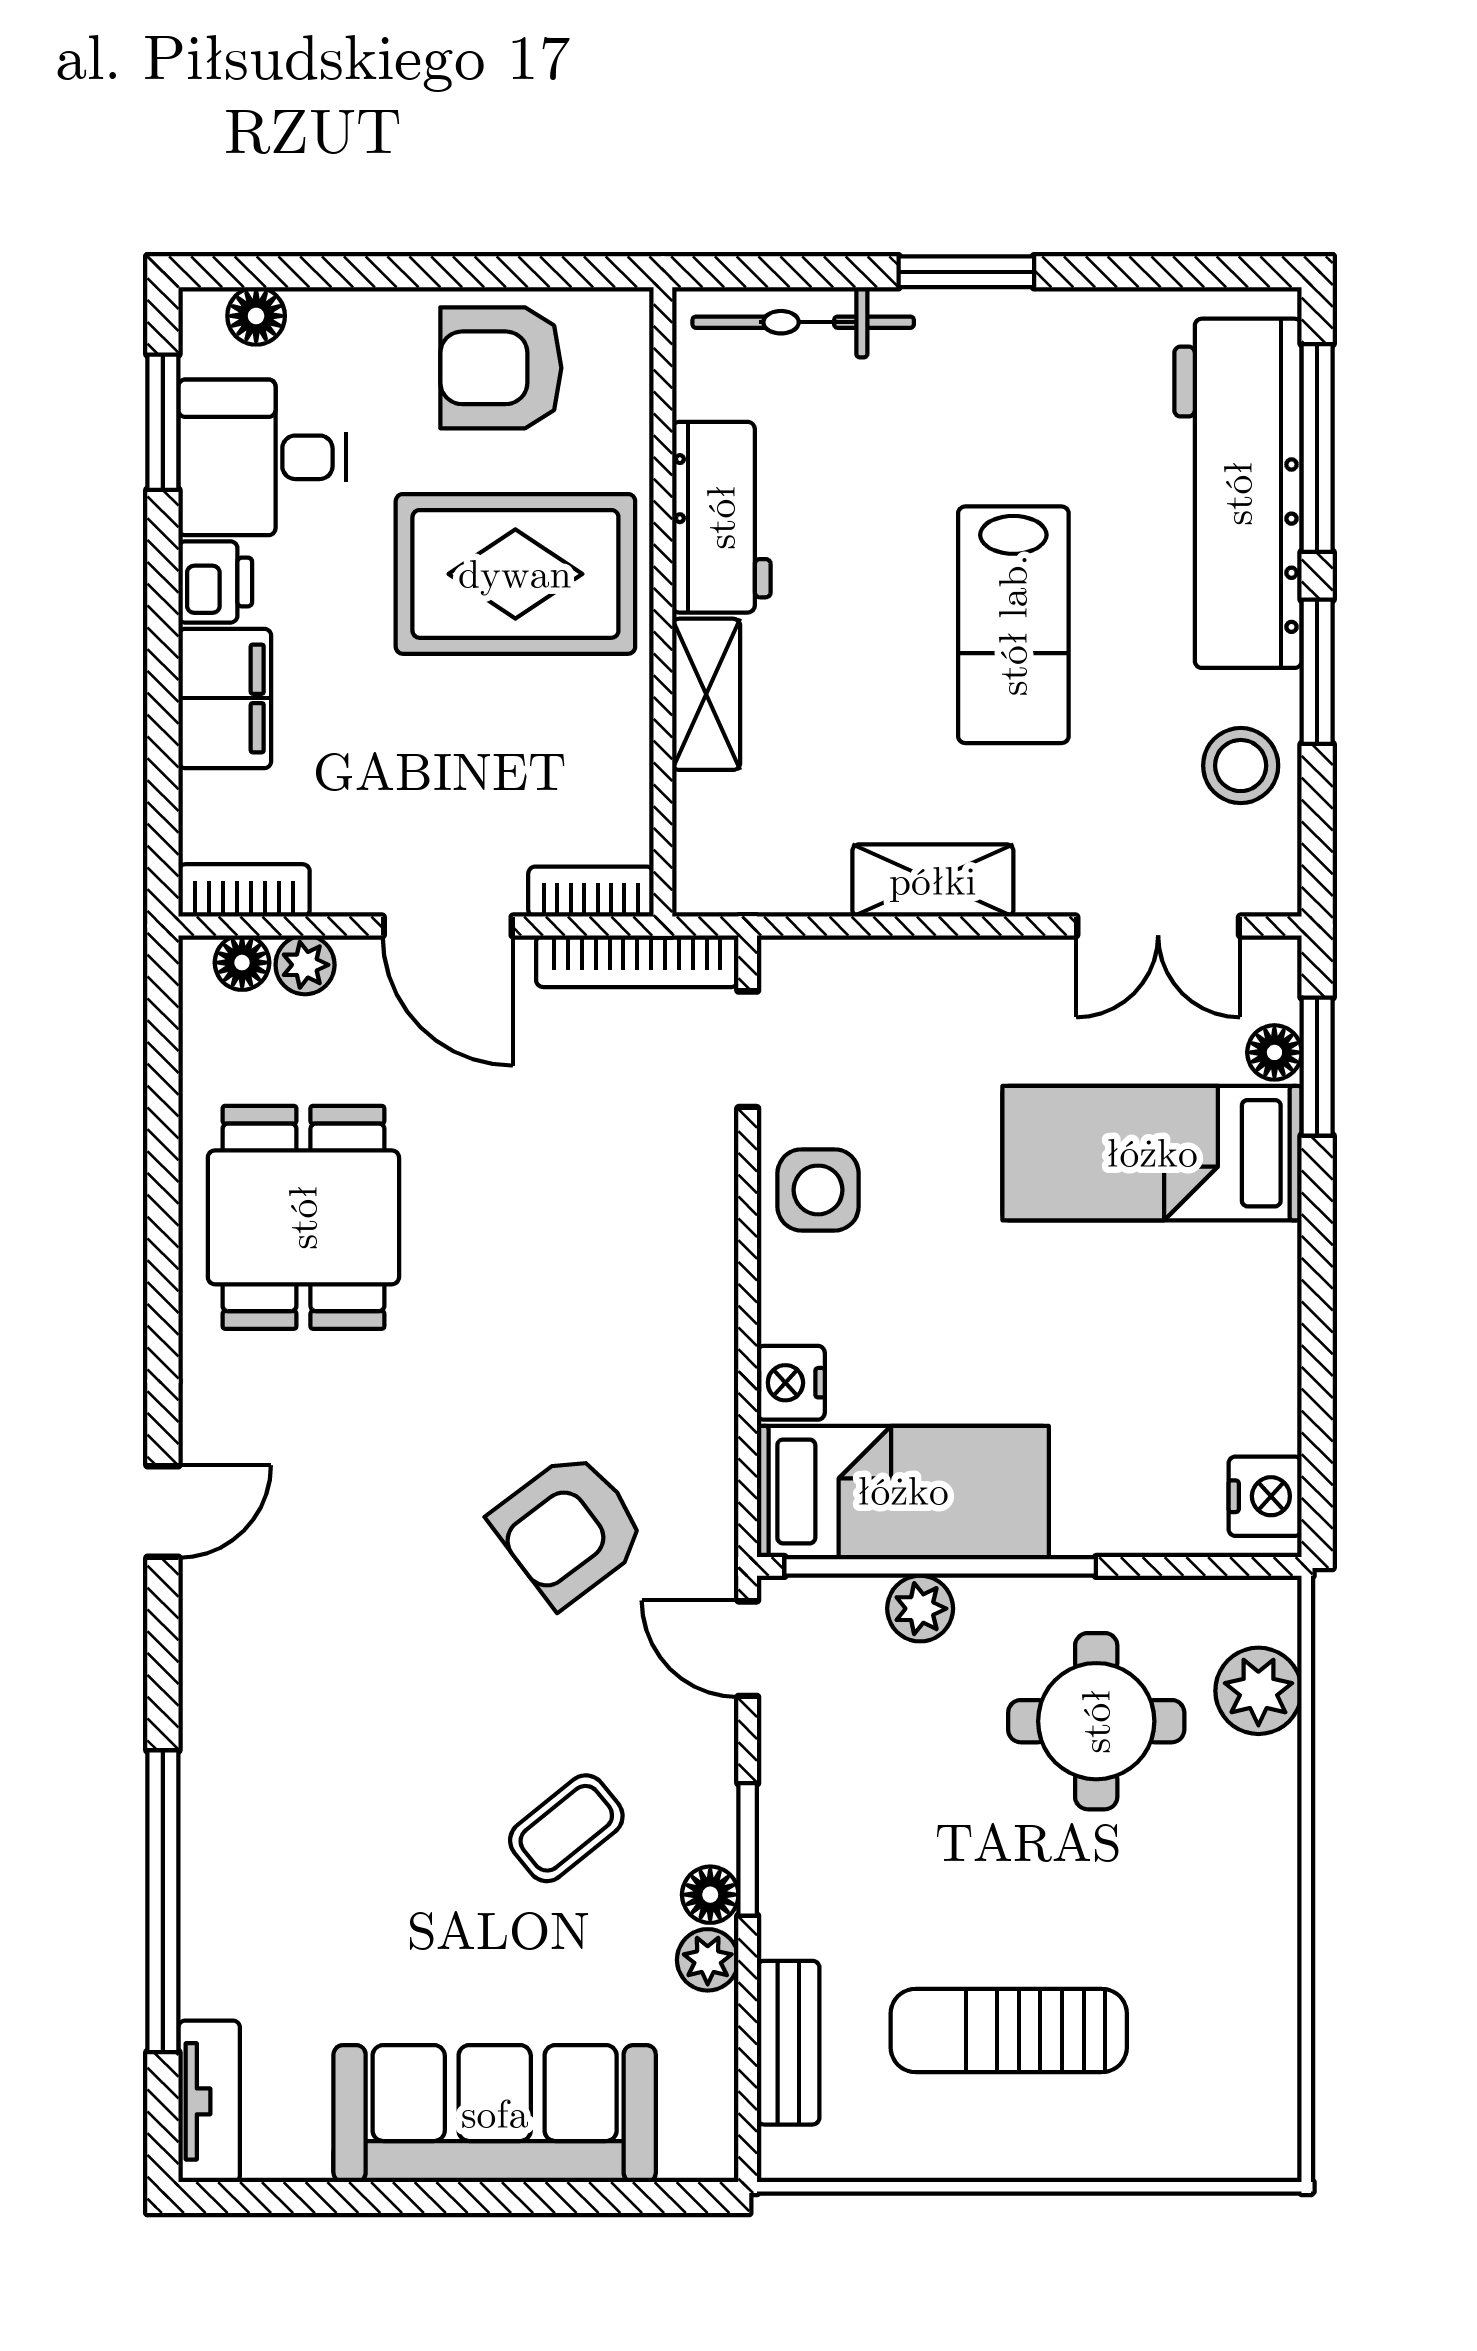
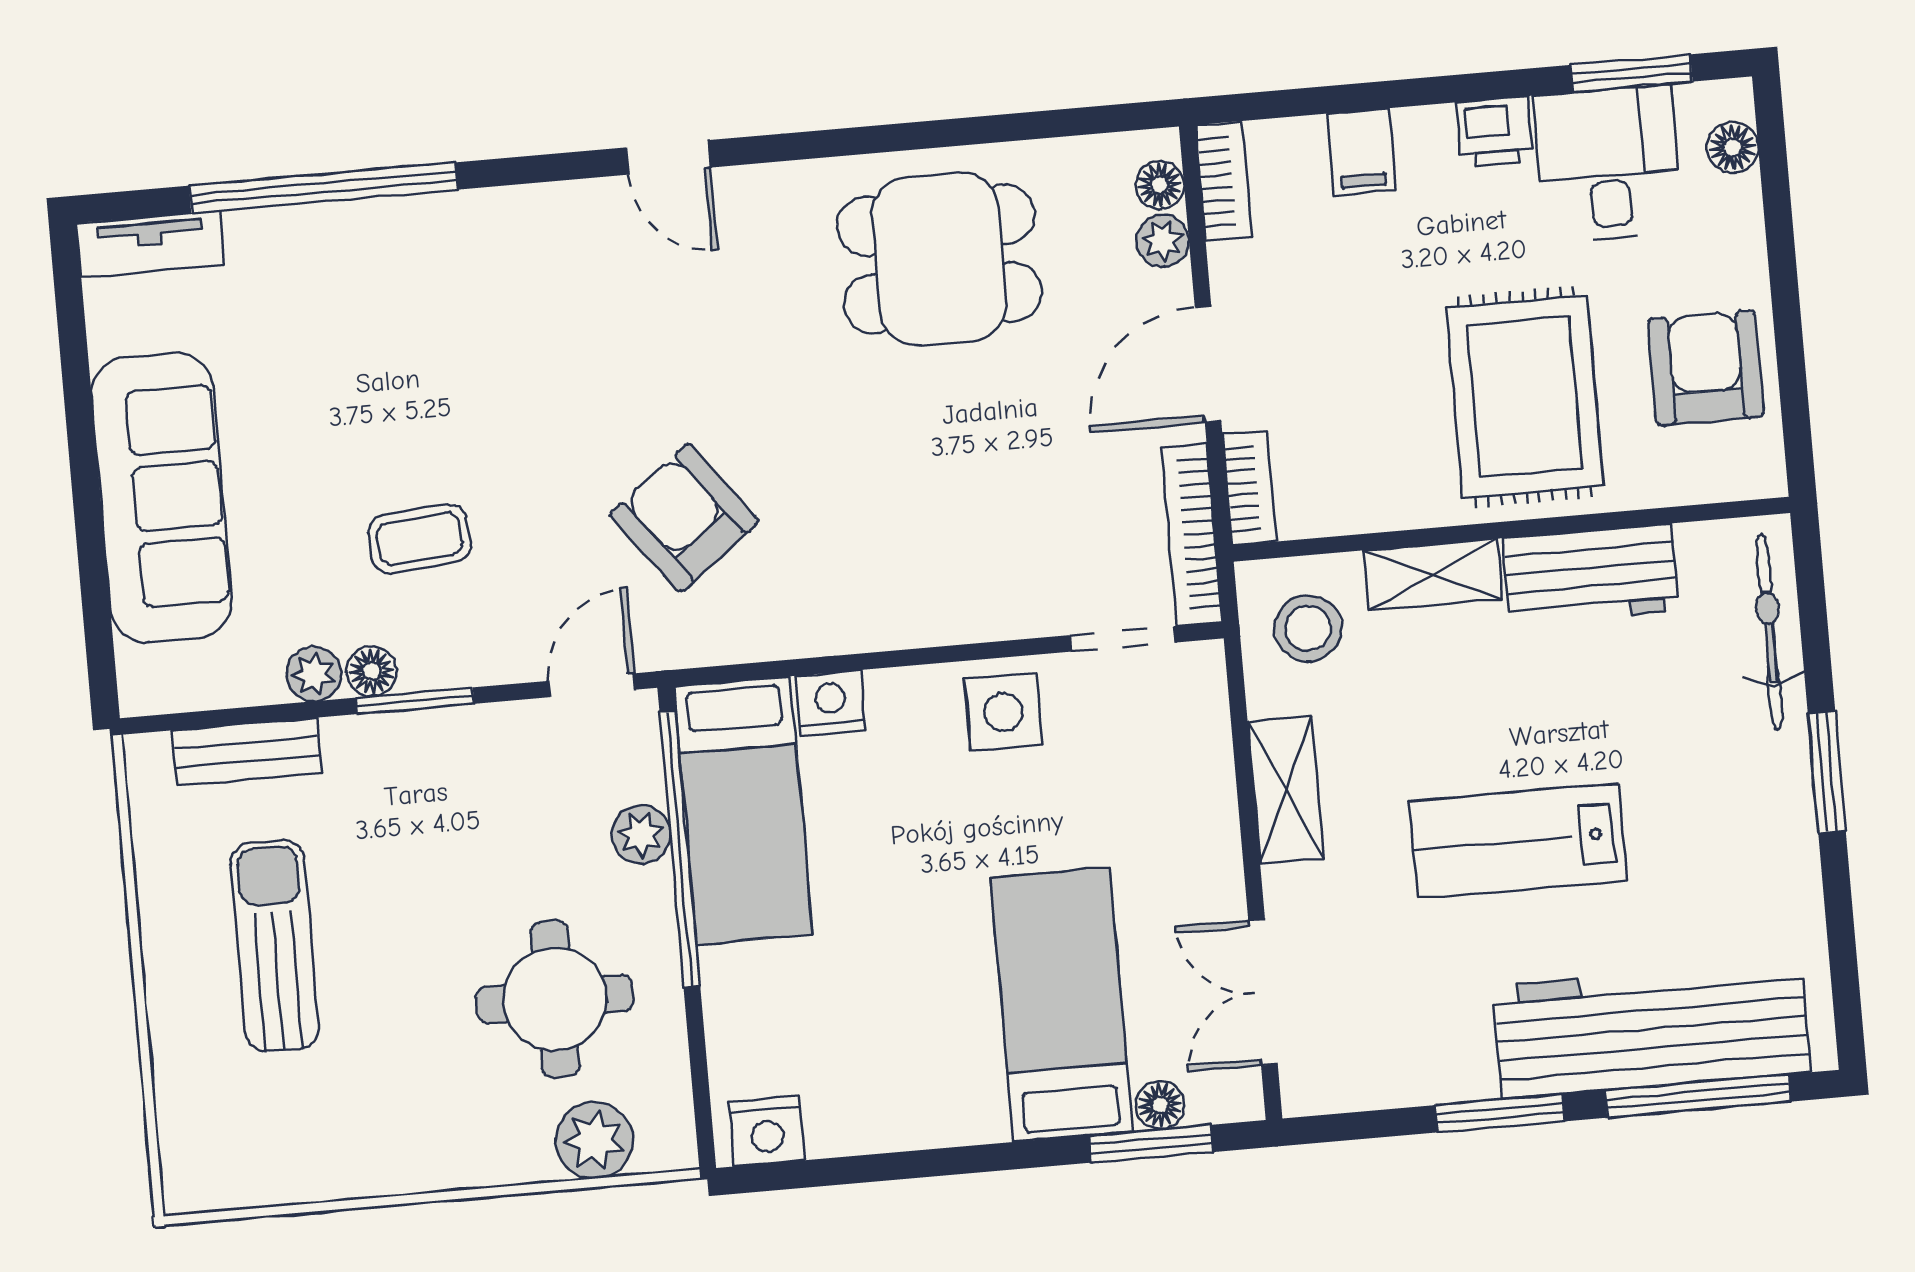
filing cabinet: (225, 698) -> (1361, 152), width x0.50
stool: (1241, 766) -> (1308, 628), moved
coffee table: (566, 1828) -> (419, 539), turned -56

